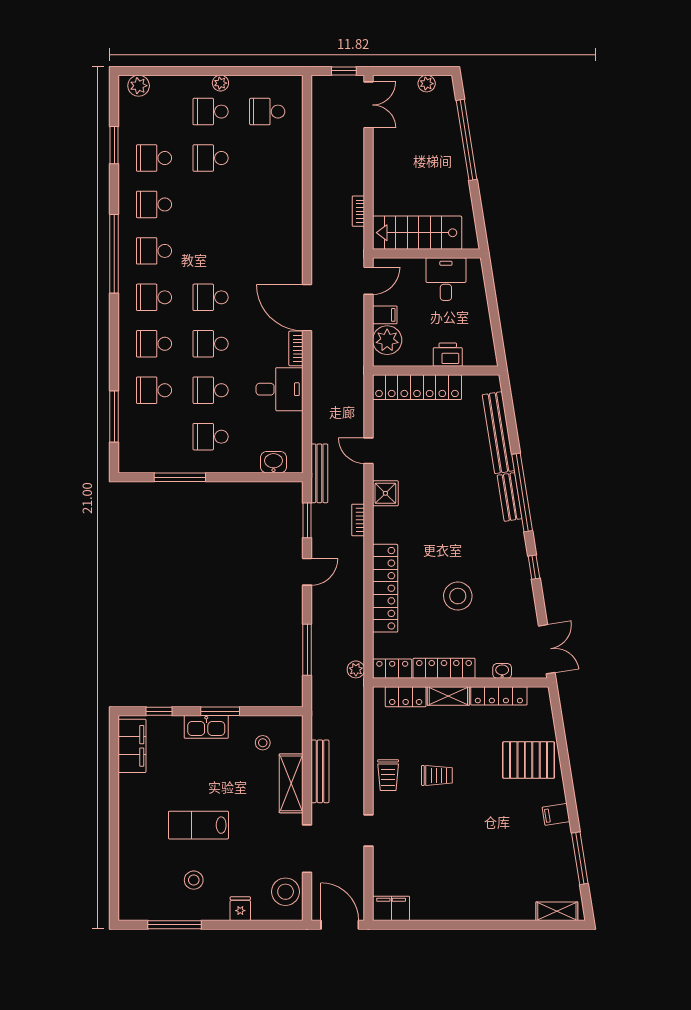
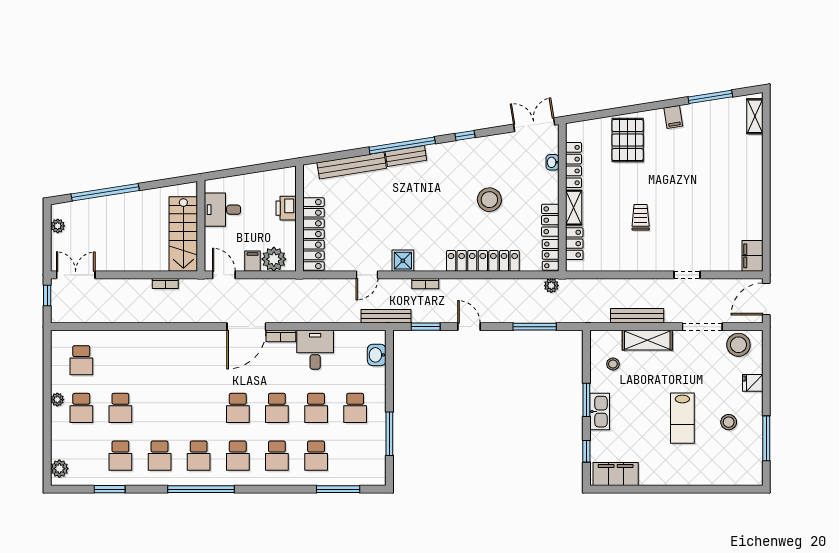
locker: (444, 668) -> (550, 220), width x0.66
trolley: (388, 775) -> (640, 258), removed

